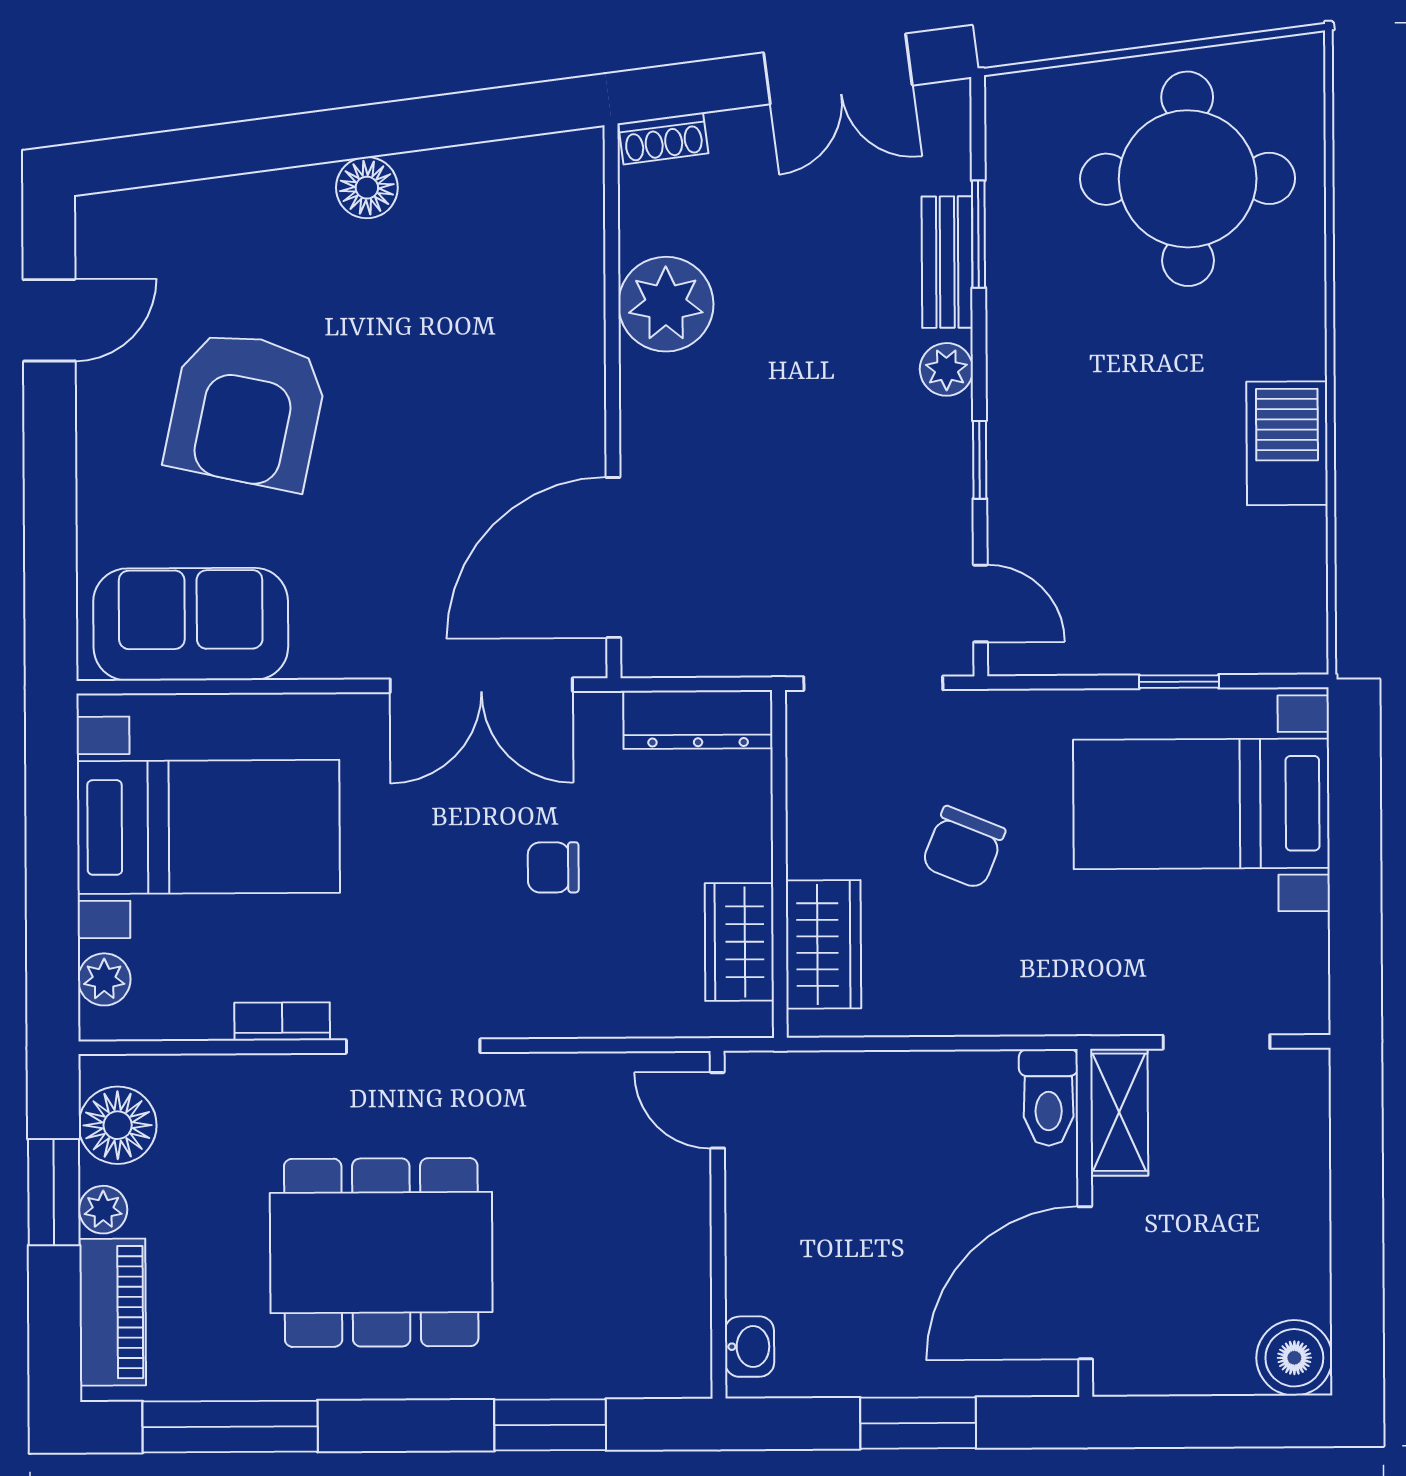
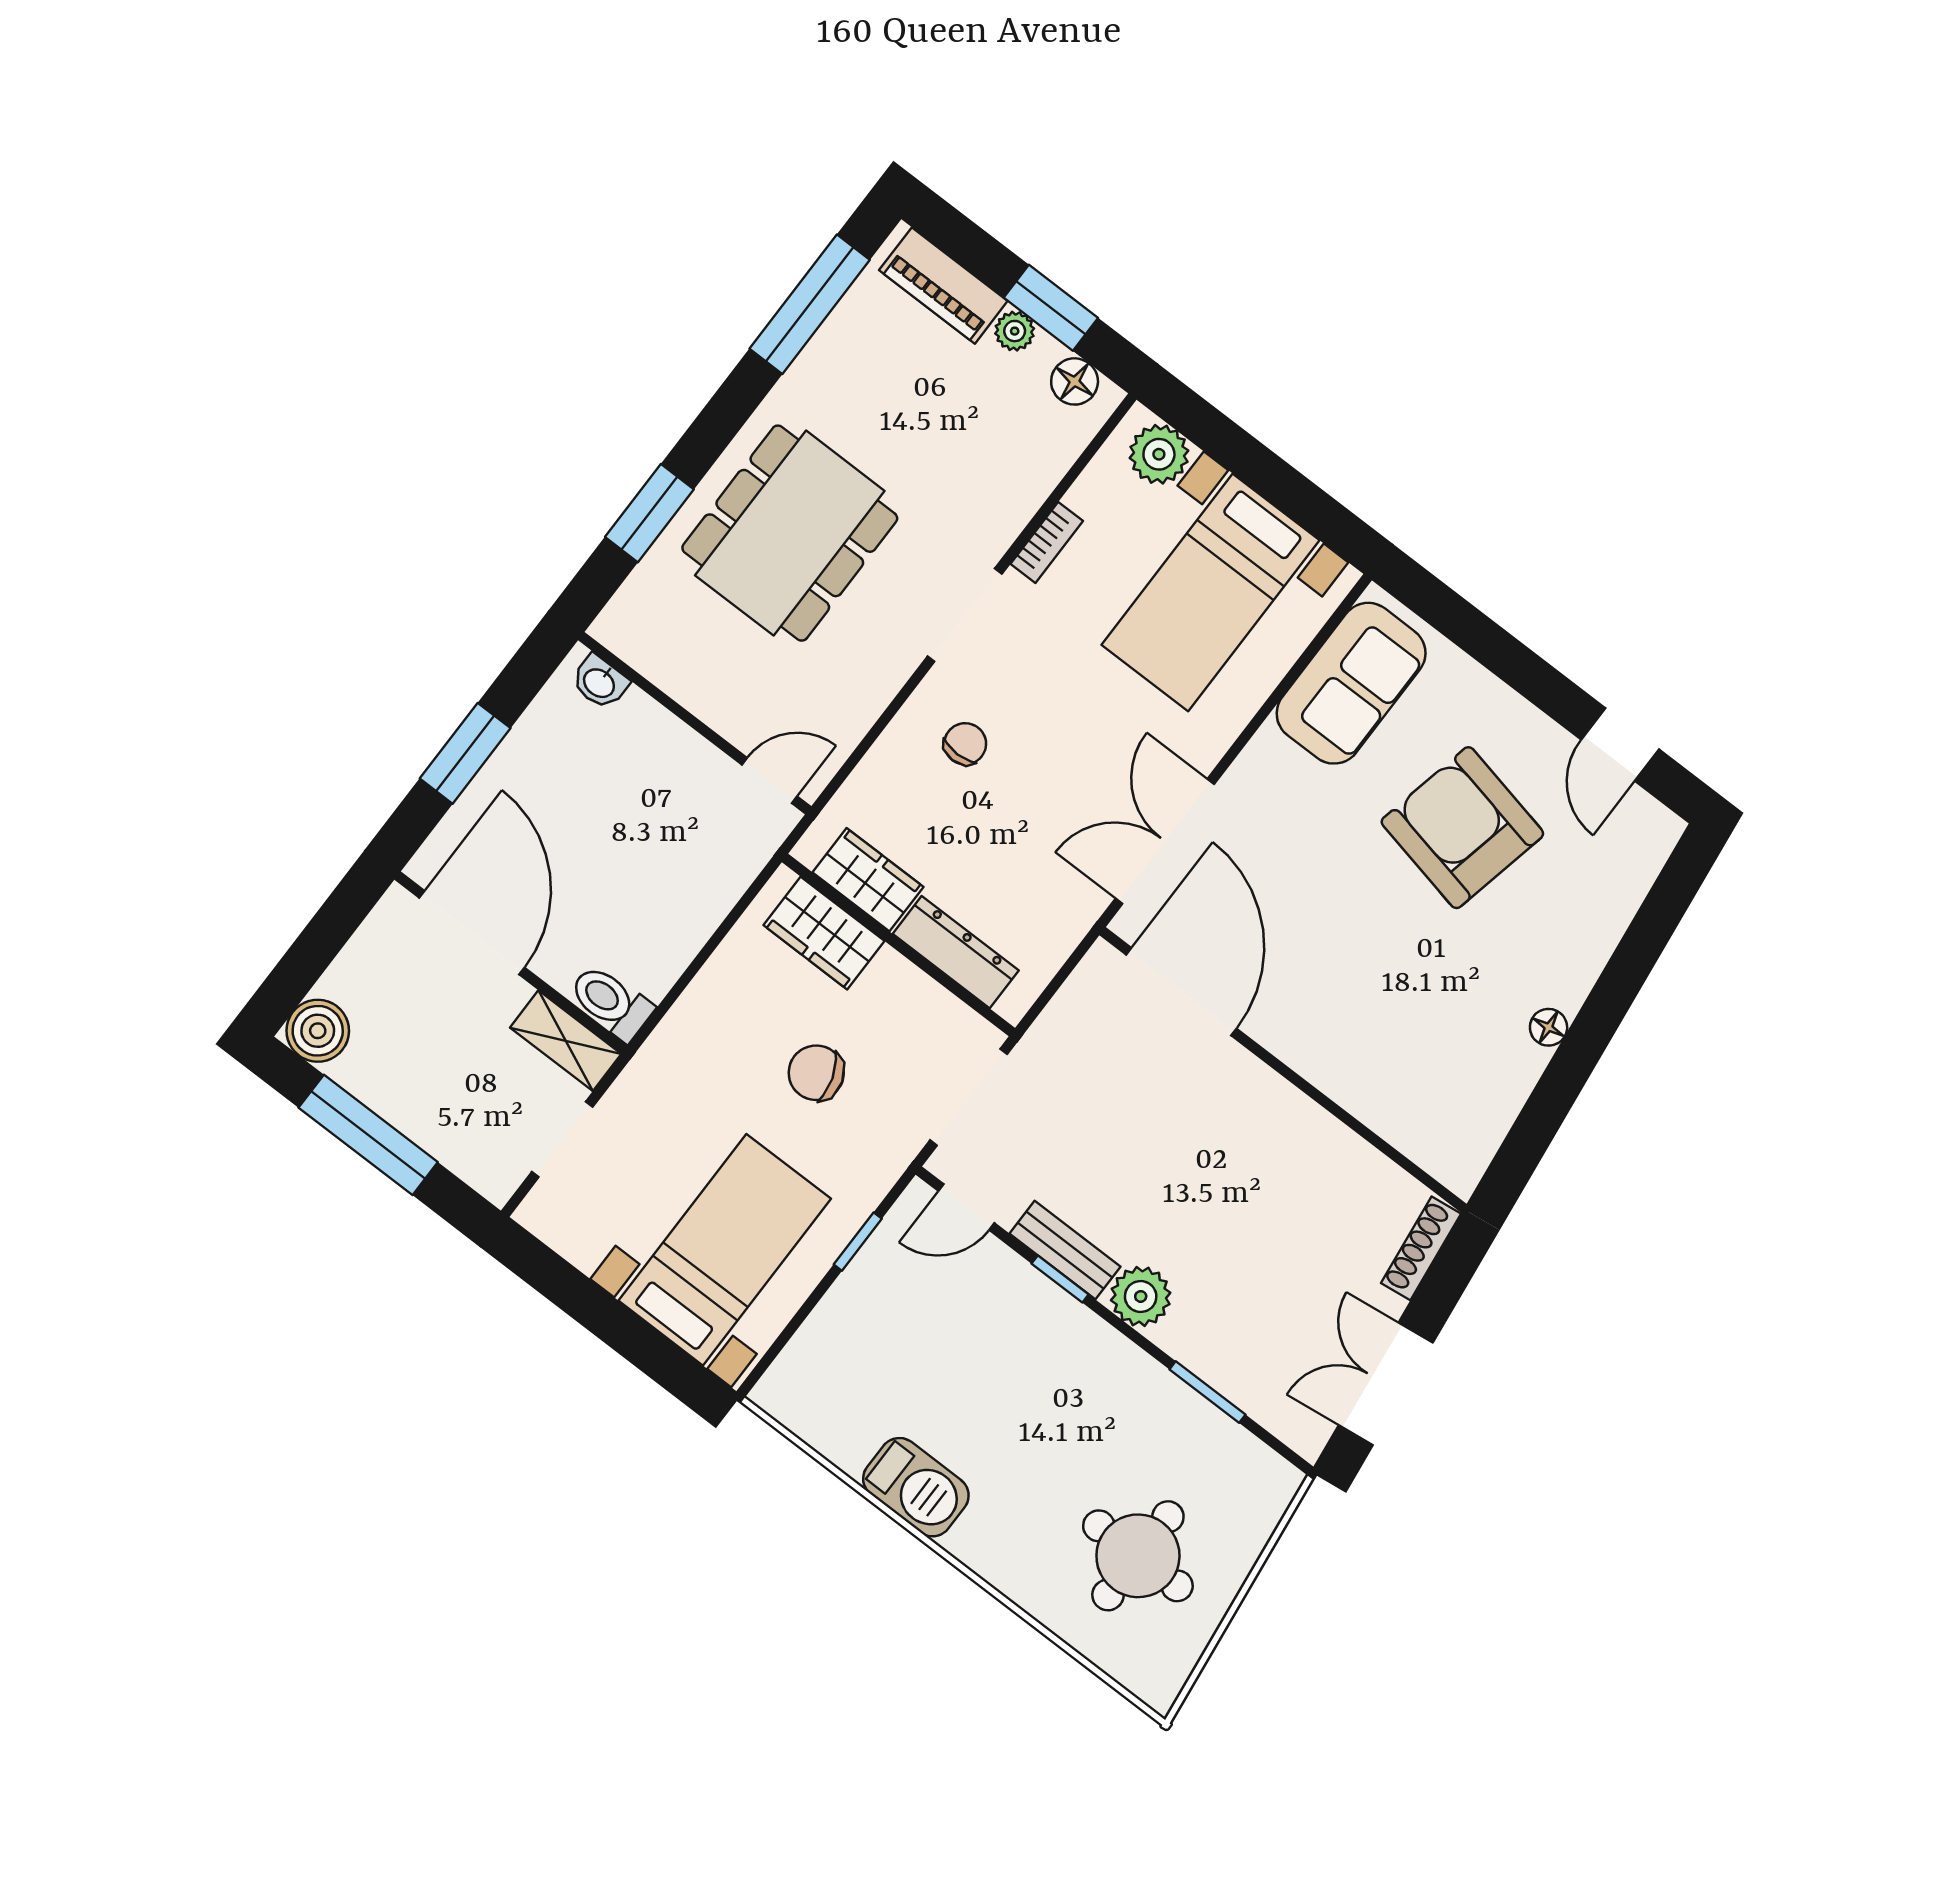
shoe rack: (663, 138) -> (1421, 1248), width x1.43
round table: (1188, 179) -> (1138, 1556), width x0.73, depth x0.73
floor lamp: (367, 188) -> (1549, 1027), width x0.73, depth x0.73
bench: (947, 262) -> (1065, 1250), moved
plant: (666, 304) -> (1320, 1153), removed
plant: (946, 369) -> (1141, 1296), width x1.38, depth x1.38
window: (1179, 682) -> (858, 1242), moved
dresser: (698, 720) -> (956, 952), moved, turned 90
chair: (963, 848) -> (816, 1073), turned -40
chair: (553, 867) -> (965, 744), moved
plant: (104, 979) -> (1159, 454), width x1.38, depth x1.38
floor lamp: (118, 1125) -> (1075, 381), width x0.73, depth x0.73
window: (1357, 1232) -> (368, 1135), added
dining table: (381, 1252) -> (790, 533), moved

